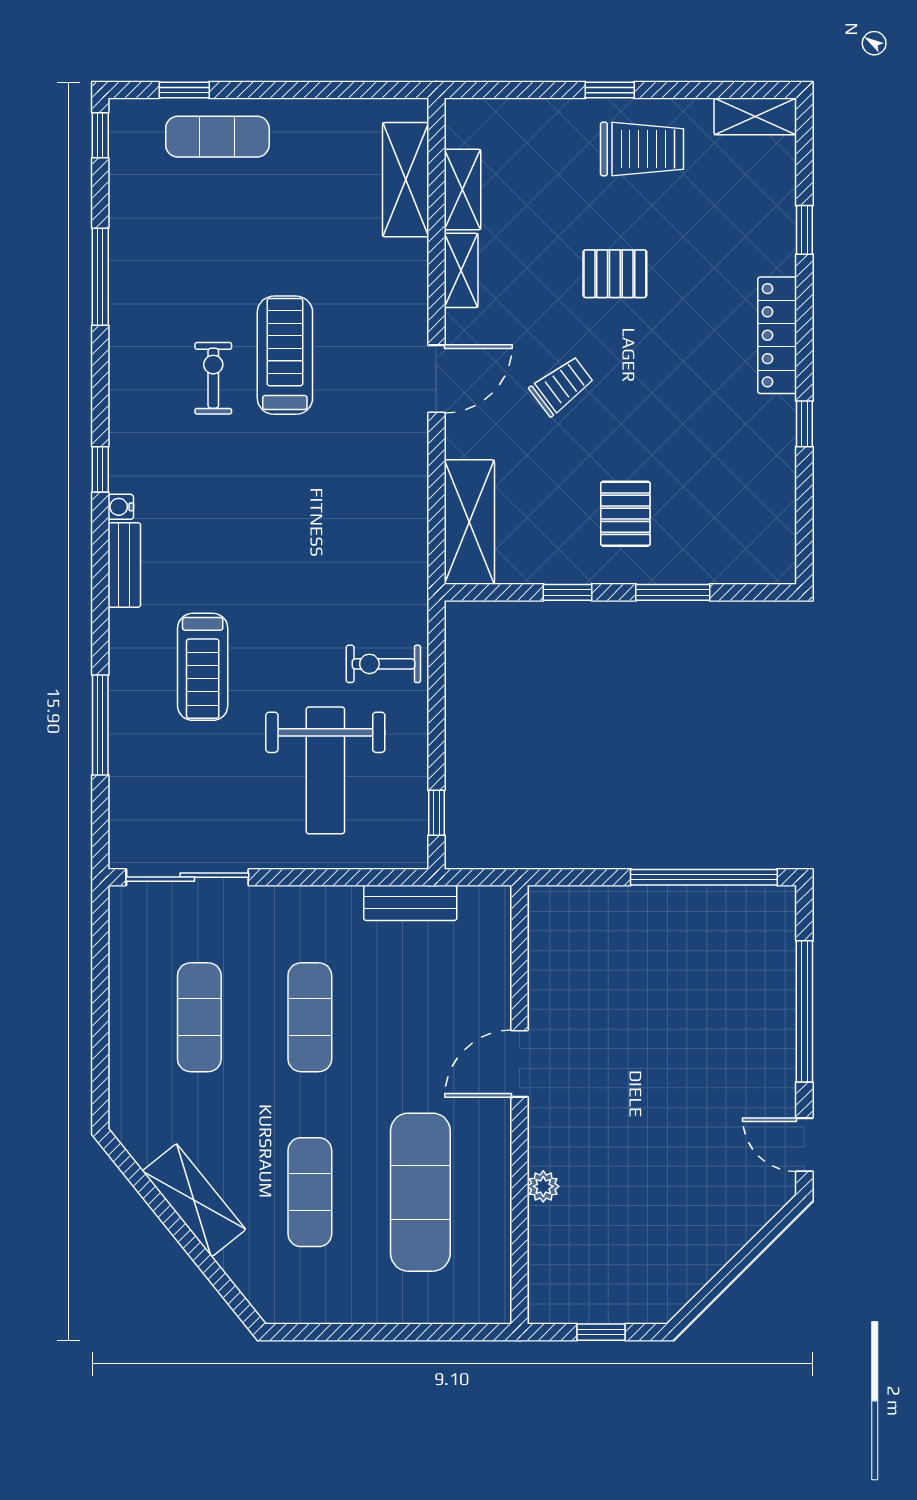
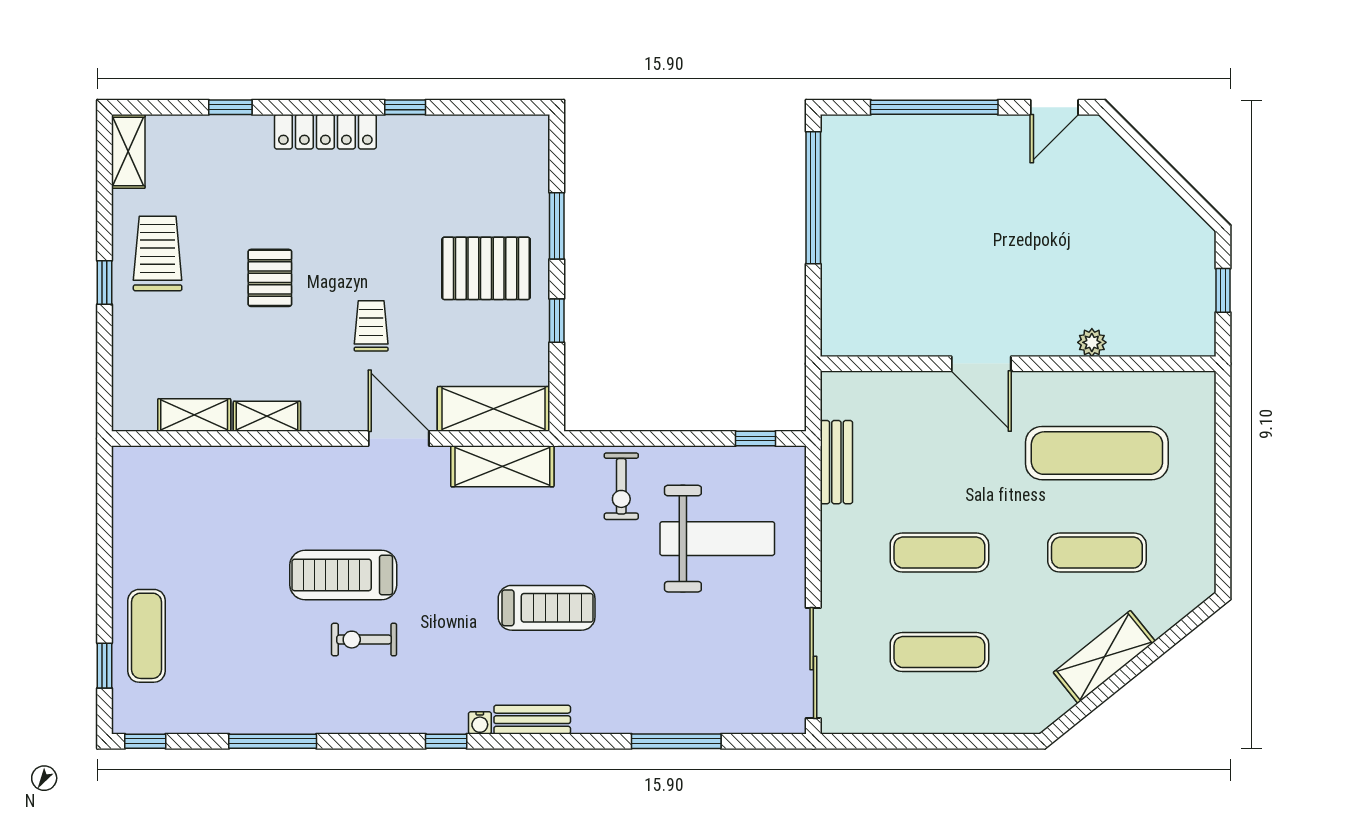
shelving: (406, 180) -> (502, 466), moved
door: (436, 379) -> (399, 439), moved
trolley: (562, 386) -> (371, 326), turned 37
pallet: (625, 514) -> (486, 268), width x1.50, depth x1.42
treadmill: (203, 667) -> (547, 608), moved

